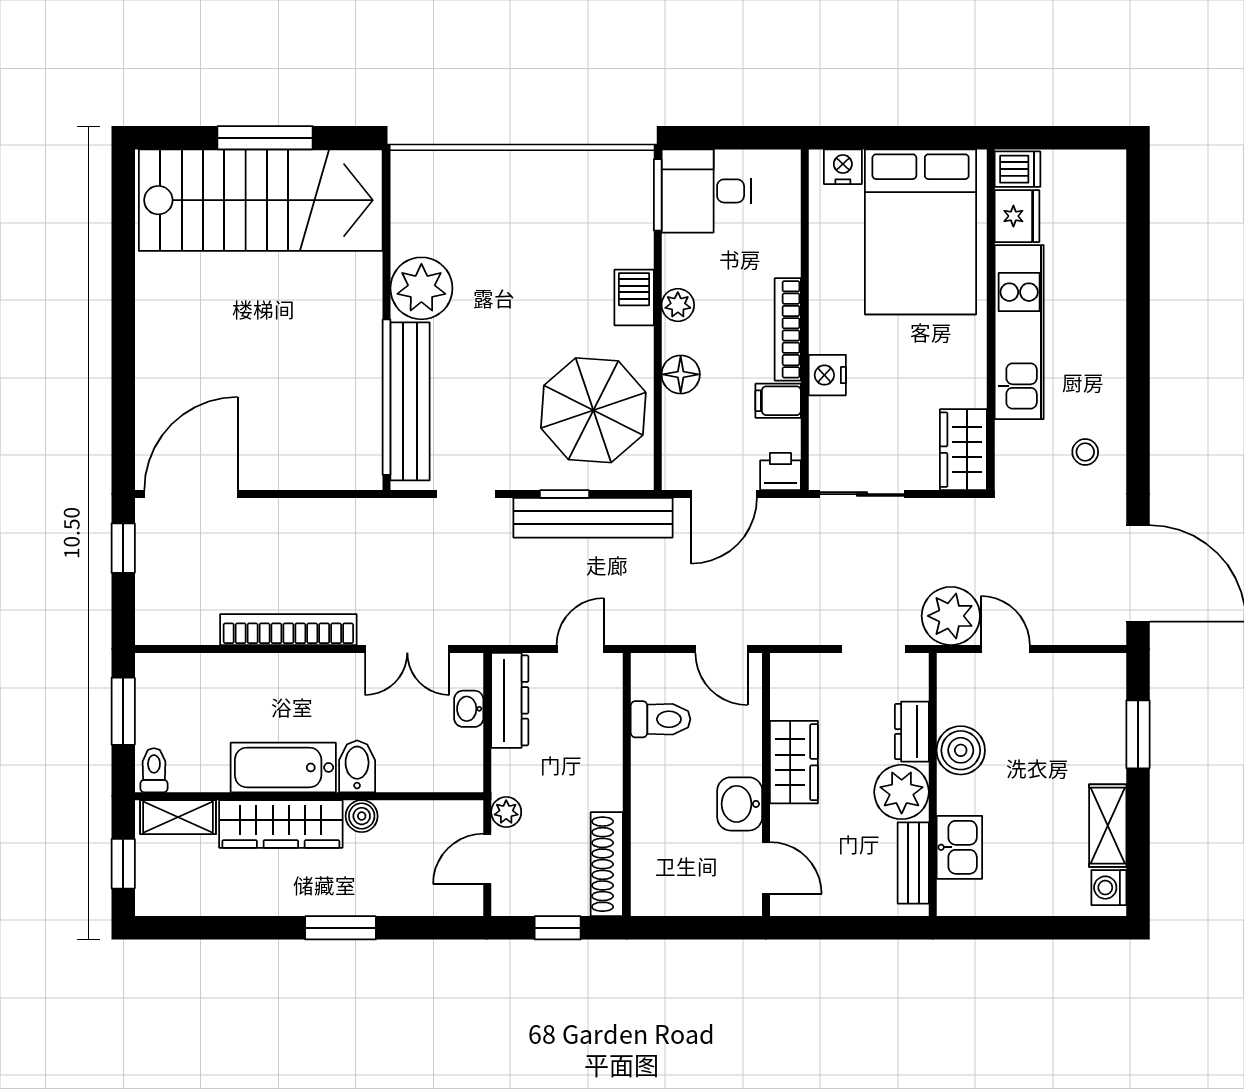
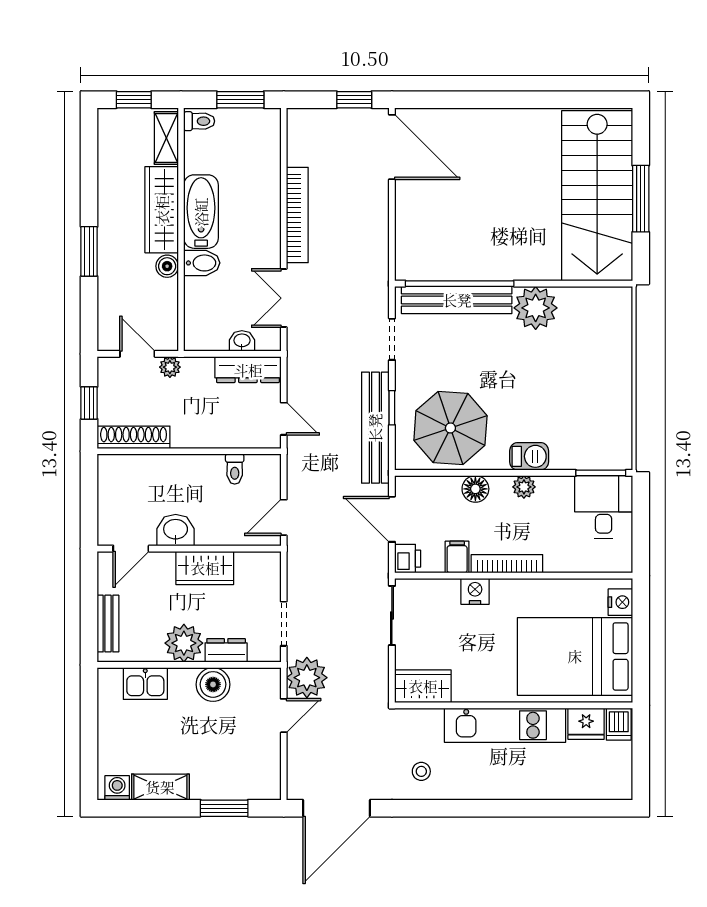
toilet: (661, 719) -> (235, 469), width x0.73, depth x0.72
bench: (913, 863) -> (108, 624), moved, turned 90

